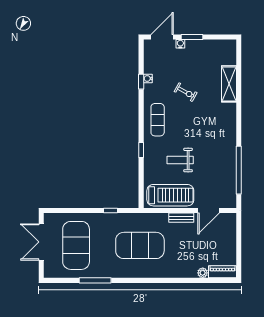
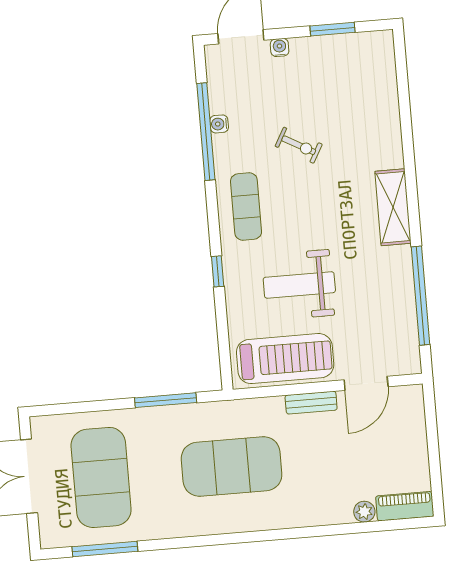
window: (192, 37) -> (333, 29), moved
window: (141, 82) -> (206, 132), width x3.17
shelving: (229, 84) -> (393, 207), moved
weight bench: (180, 160) -> (299, 285), width x1.36, depth x1.33
window: (111, 211) -> (166, 400), width x2.17
window: (95, 280) -> (105, 549), moved

